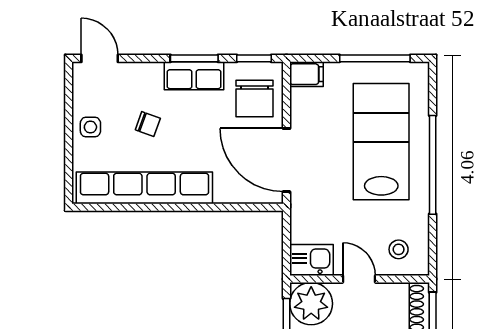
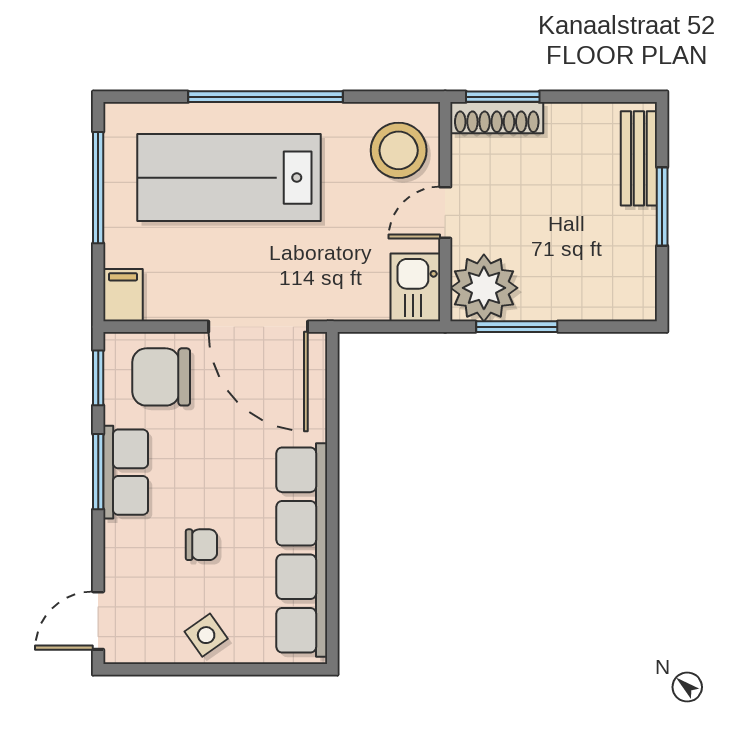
chair: (255, 98) -> (161, 377), turned 180
chair: (148, 124) -> (201, 545), turned 70
side table: (90, 127) -> (206, 635), turned -35
door: (286, 160) -> (258, 327), hinge flipped
stool: (399, 249) -> (399, 150), width x1.89, depth x1.89

